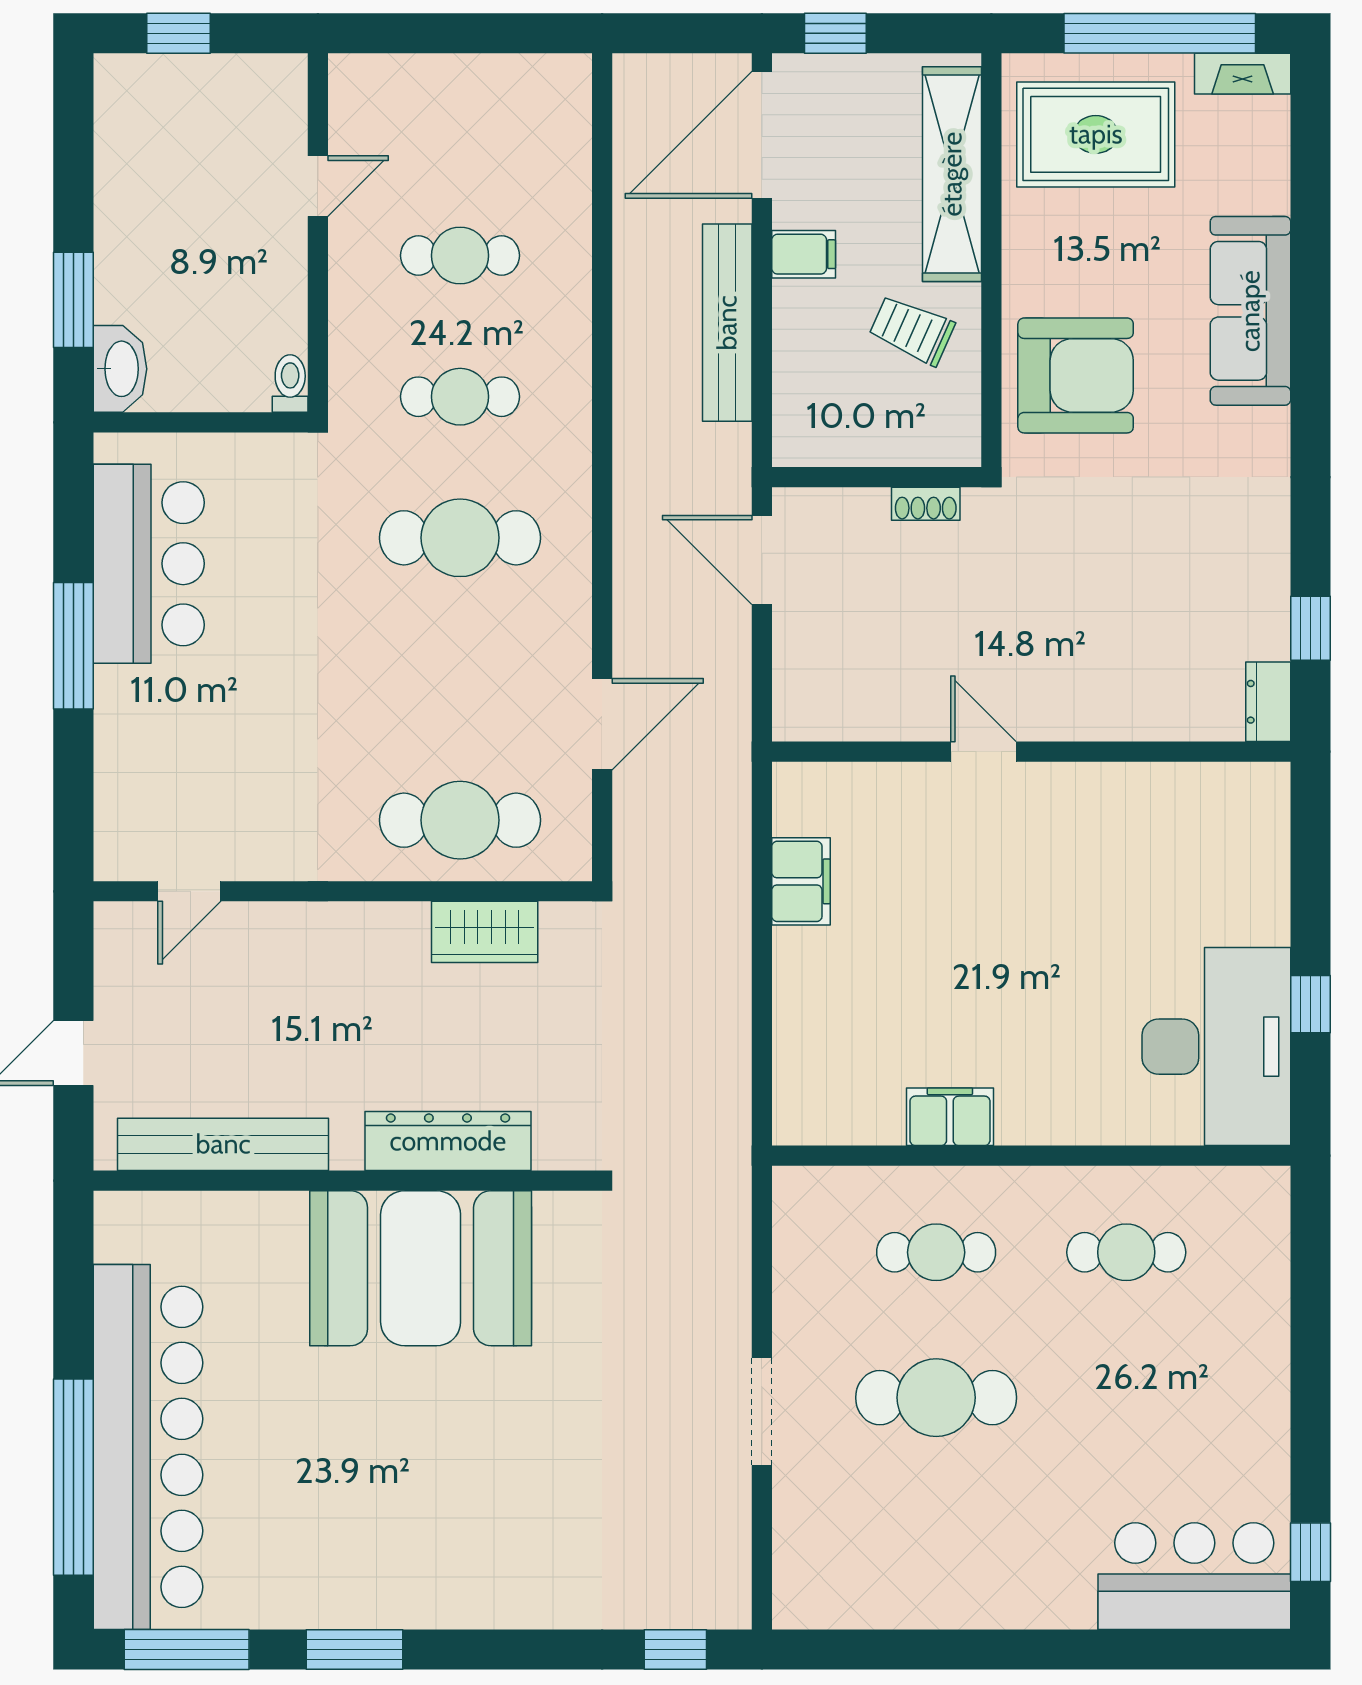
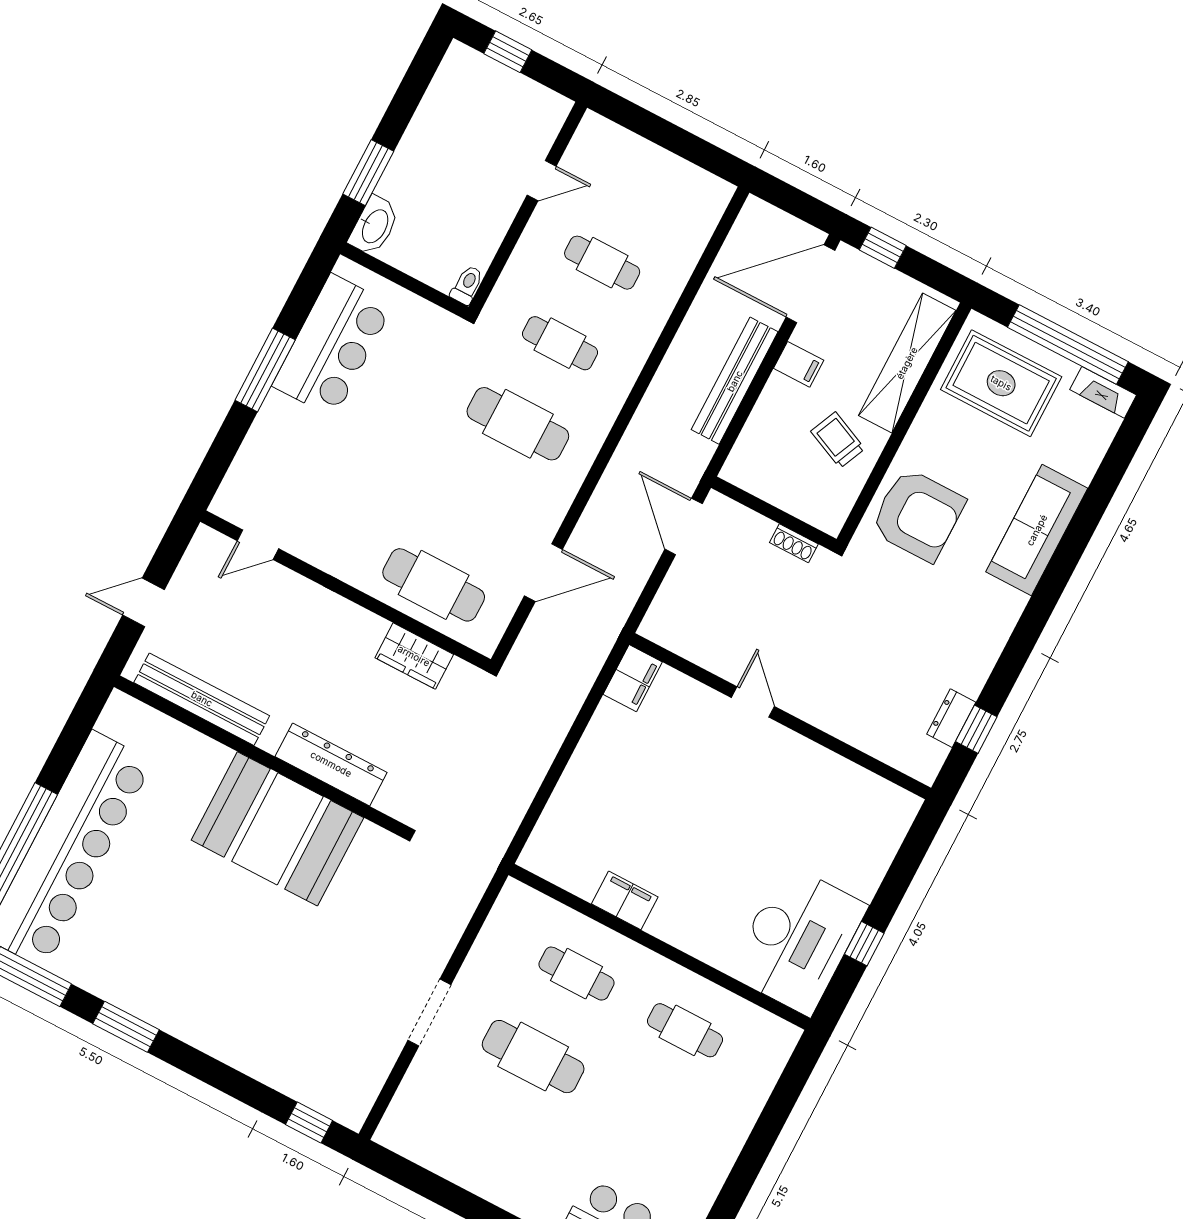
dresser: (1268, 702) -> (951, 718), moved
filing cabinet: (801, 881) -> (633, 678), moved

